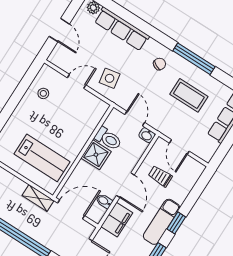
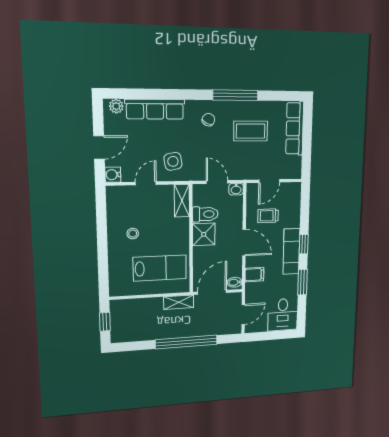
door: (59, 30) -> (99, 147), hinge flipped
water cooler: (56, 58) -> (113, 175), added
stool: (43, 93) -> (133, 234), moved
shelving: (96, 115) -> (182, 201), added
door: (179, 147) -> (269, 181), hinge flipped
bidet: (104, 201) -> (235, 282), moved
filing cabinet: (117, 220) -> (254, 275), width x0.50

